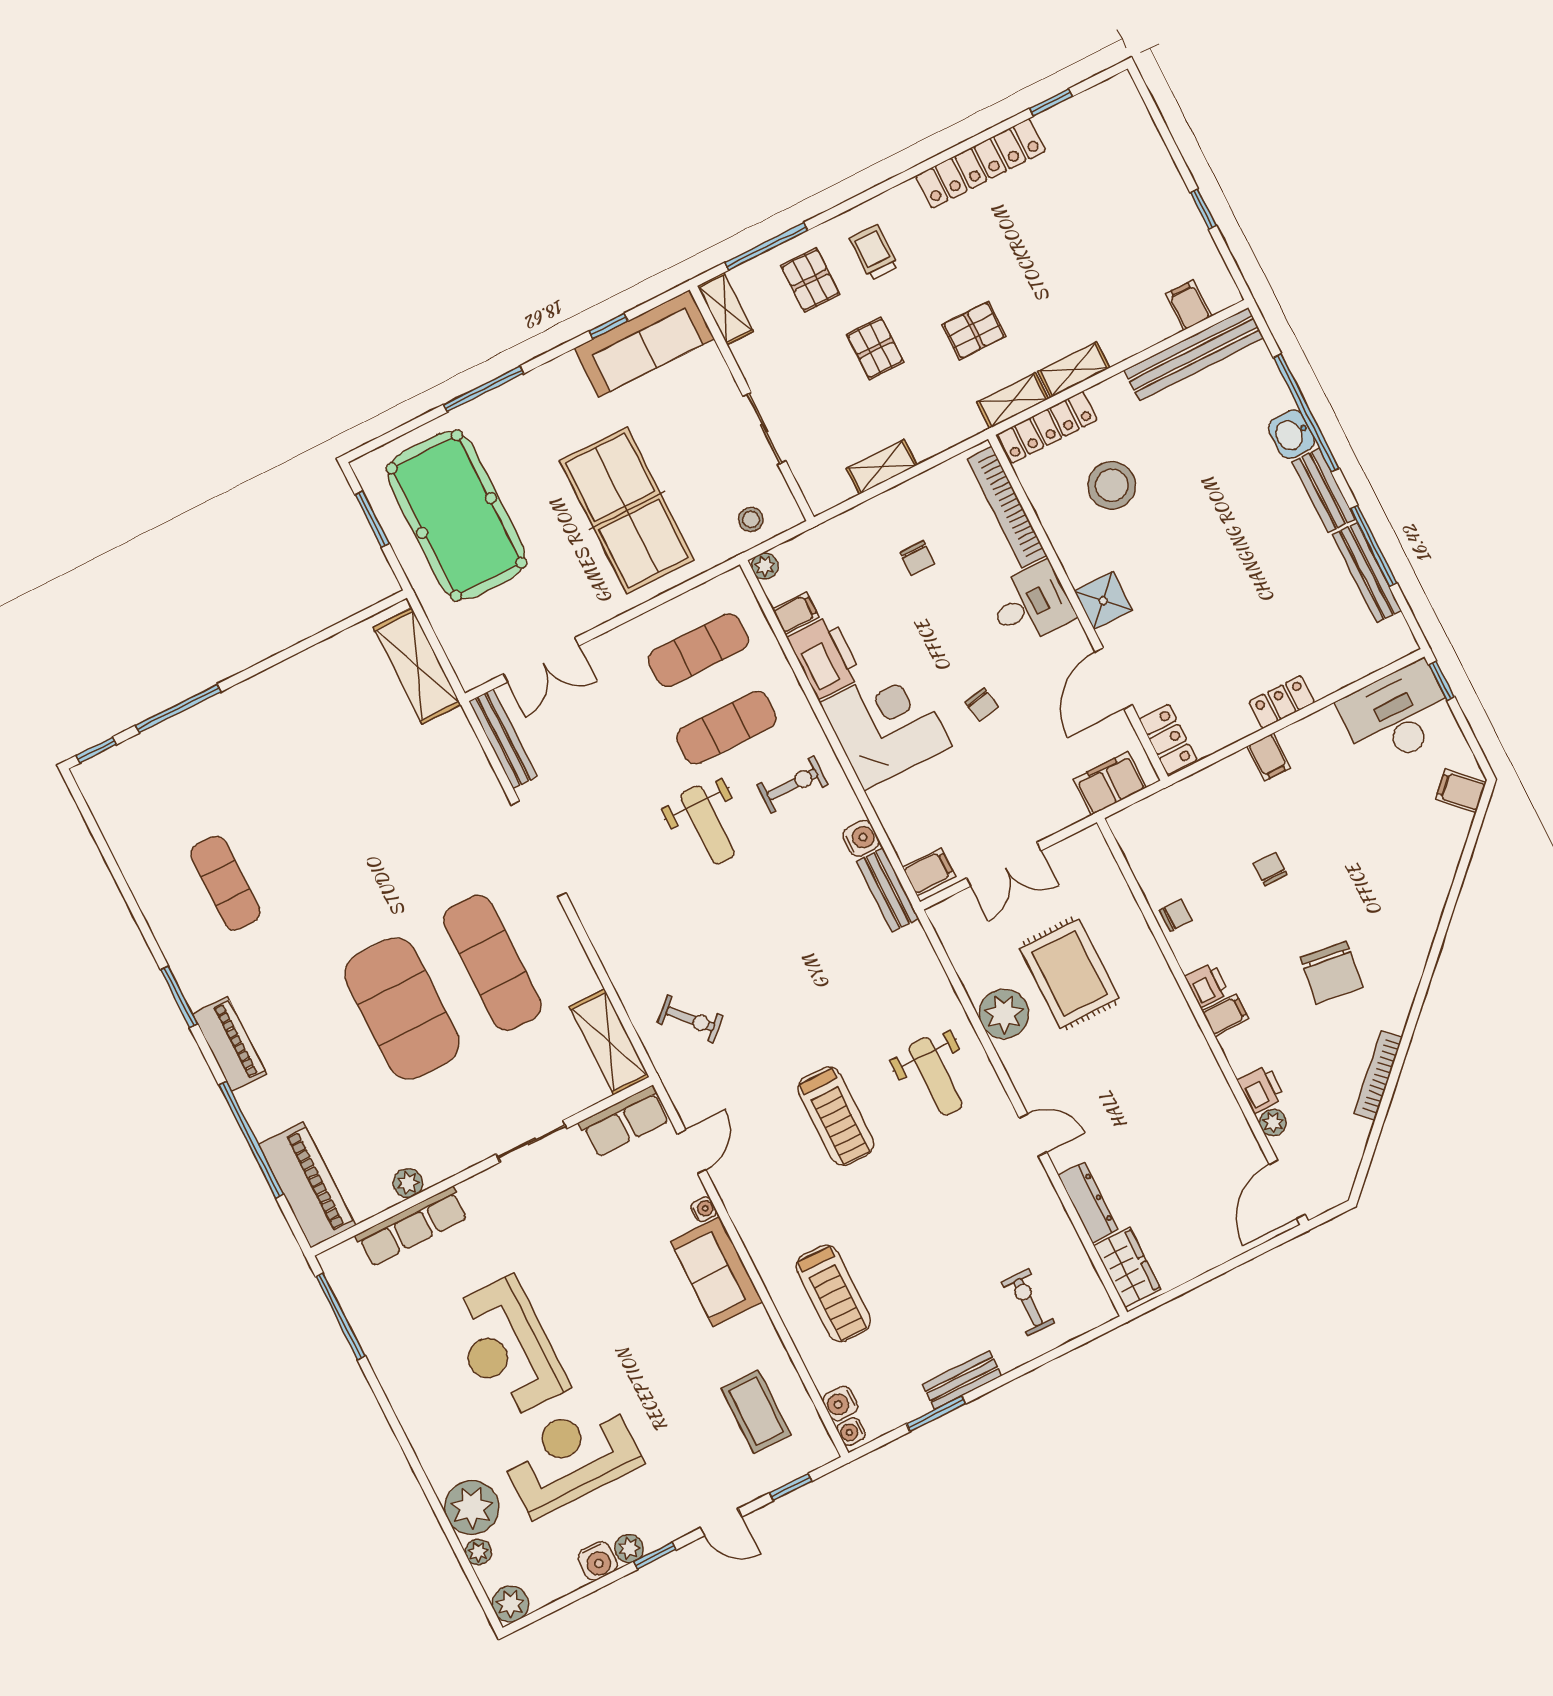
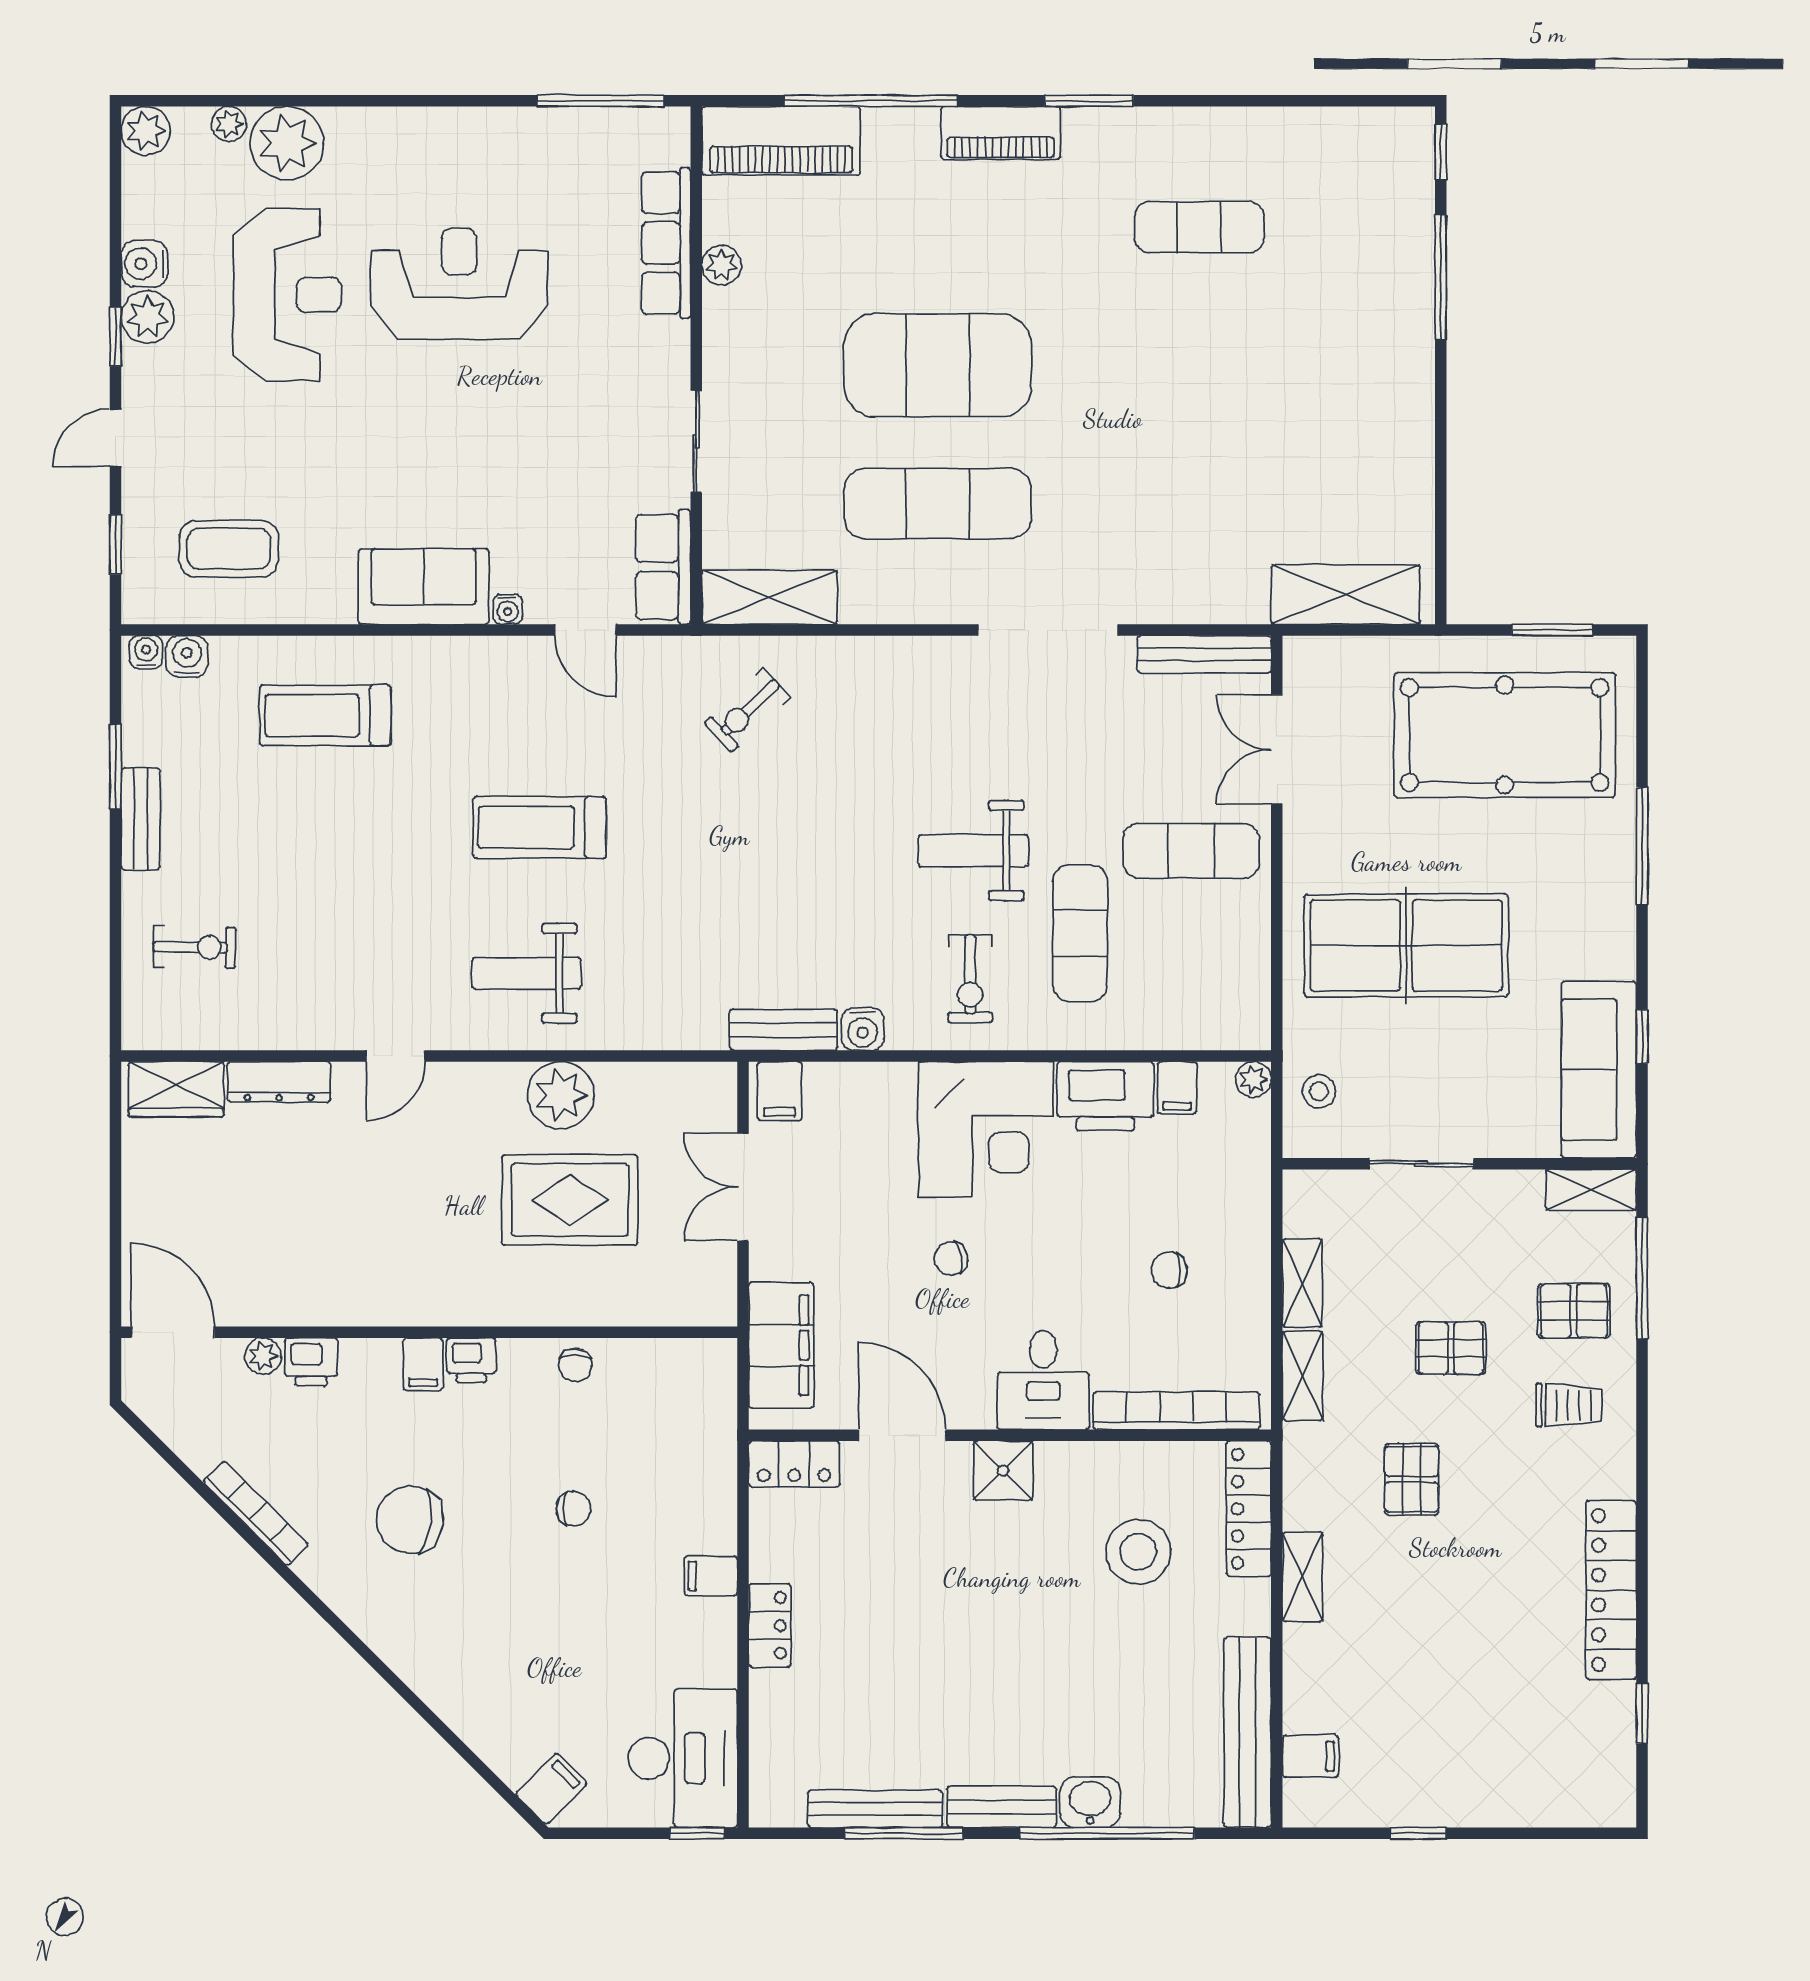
shelving: (1013, 400) -> (1303, 1376), moved
exercise mat: (698, 650) -> (1191, 851), moved, turned 90
filing cabinet: (1110, 783) -> (781, 1345), width x1.50, depth x1.17
plant: (629, 1548) -> (148, 317), width x1.38, depth x1.38

